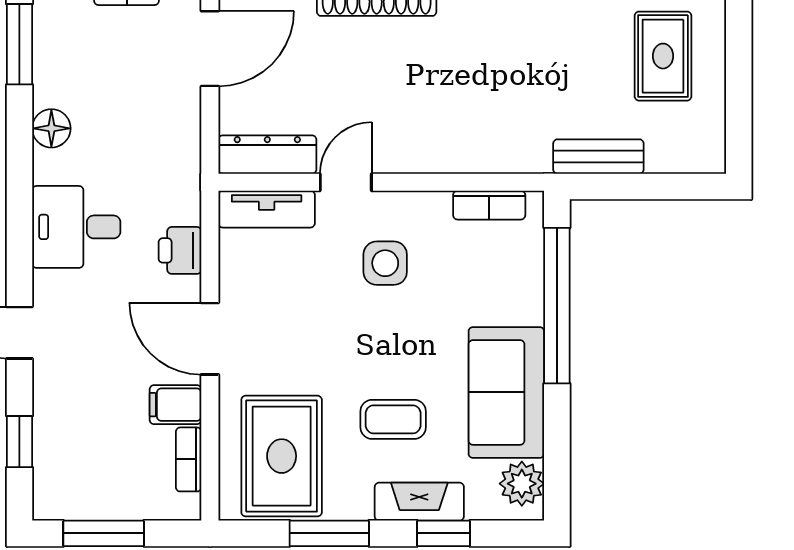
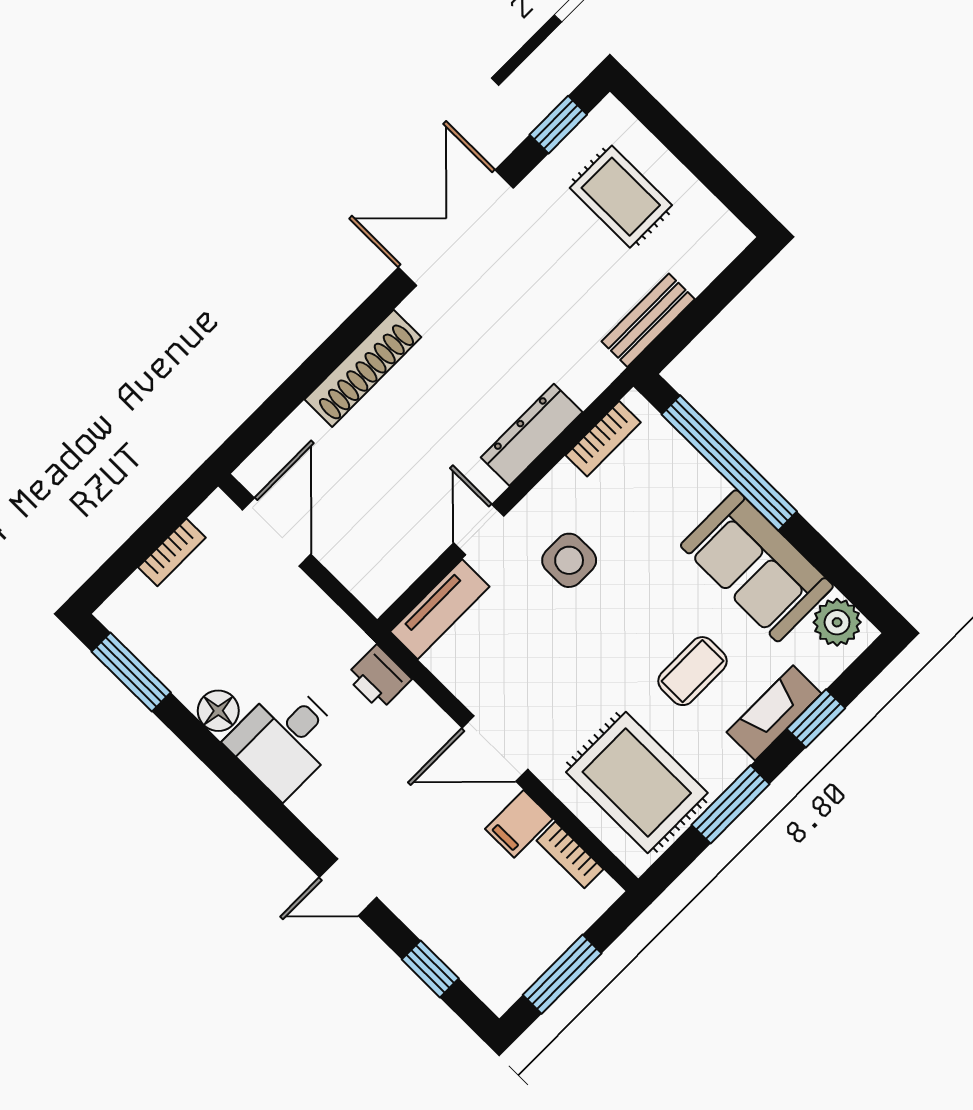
dresser: (267, 155) -> (532, 435), moved
desk: (76, 227) -> (285, 739), moved
printer: (180, 250) -> (378, 678), moved

